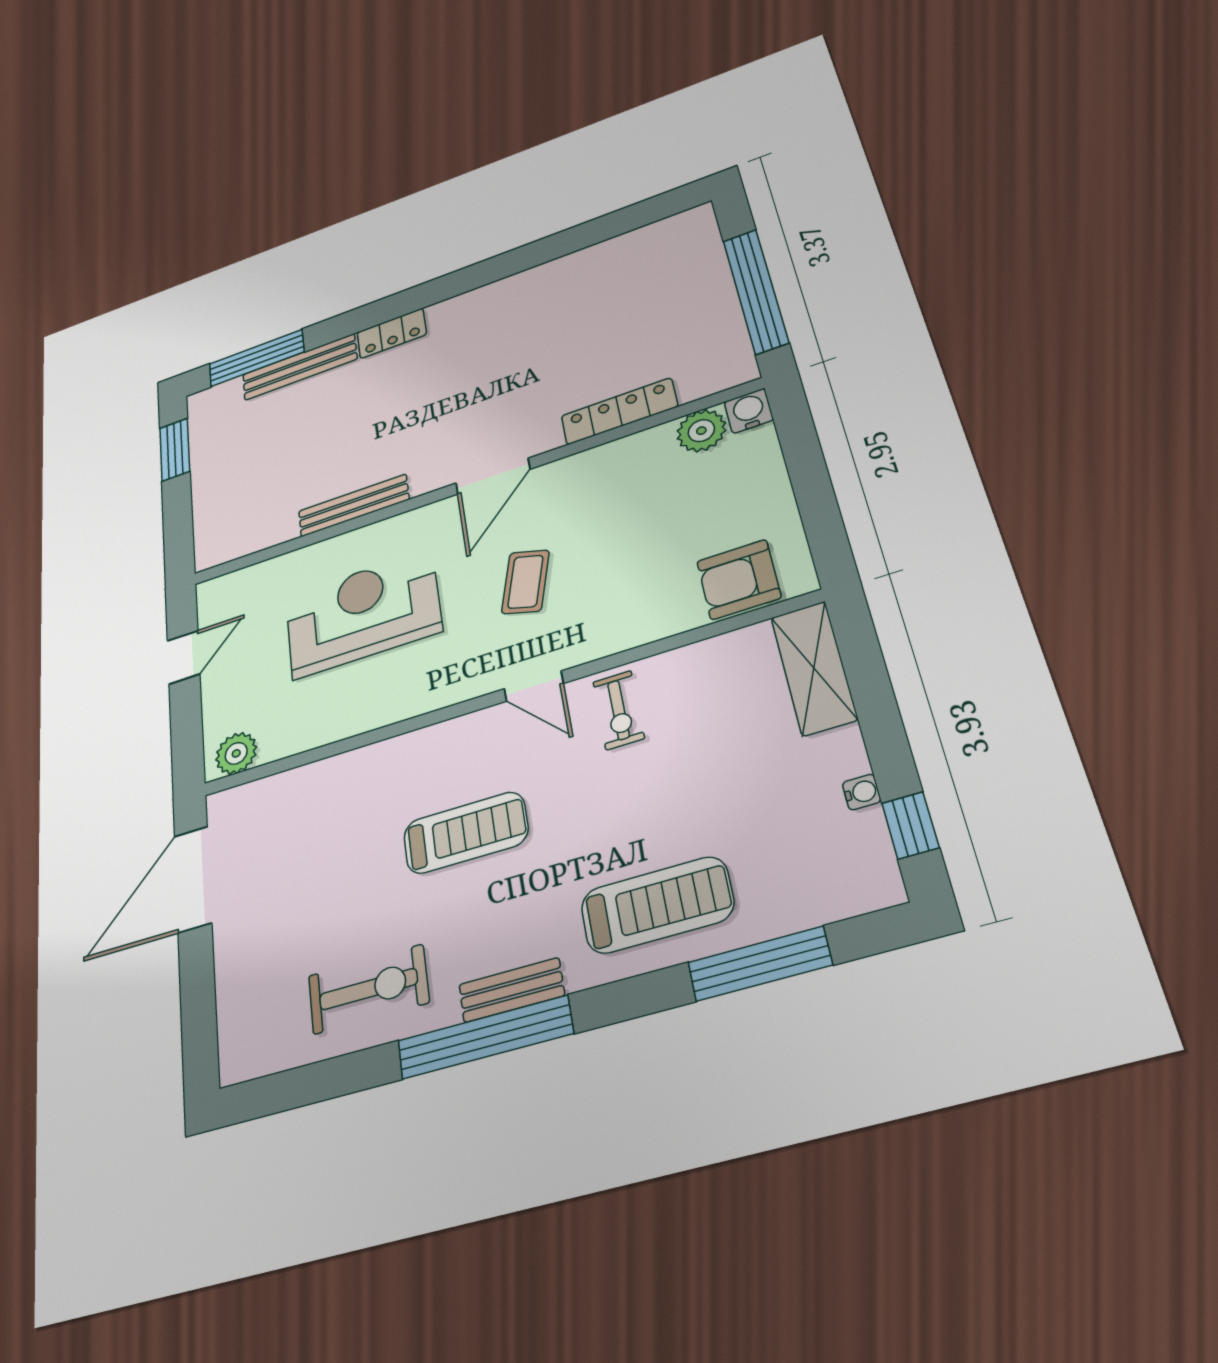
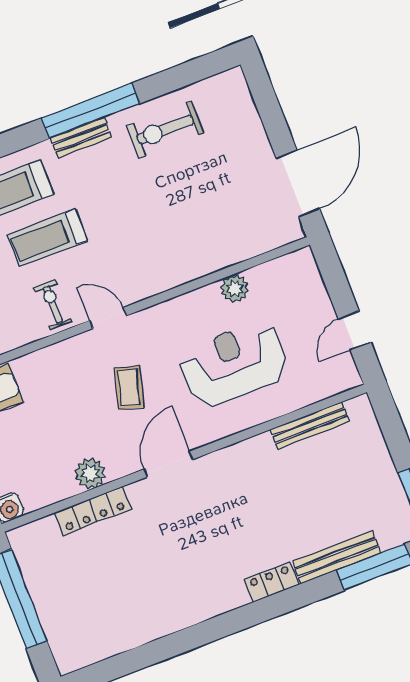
plant: (701, 431) -> (90, 473), moved
bench: (354, 505) -> (310, 425), moved
reception desk: (363, 614) -> (234, 364), turned 180
plant: (236, 753) -> (235, 289), moved
treadmill: (466, 833) -> (47, 238), moved

